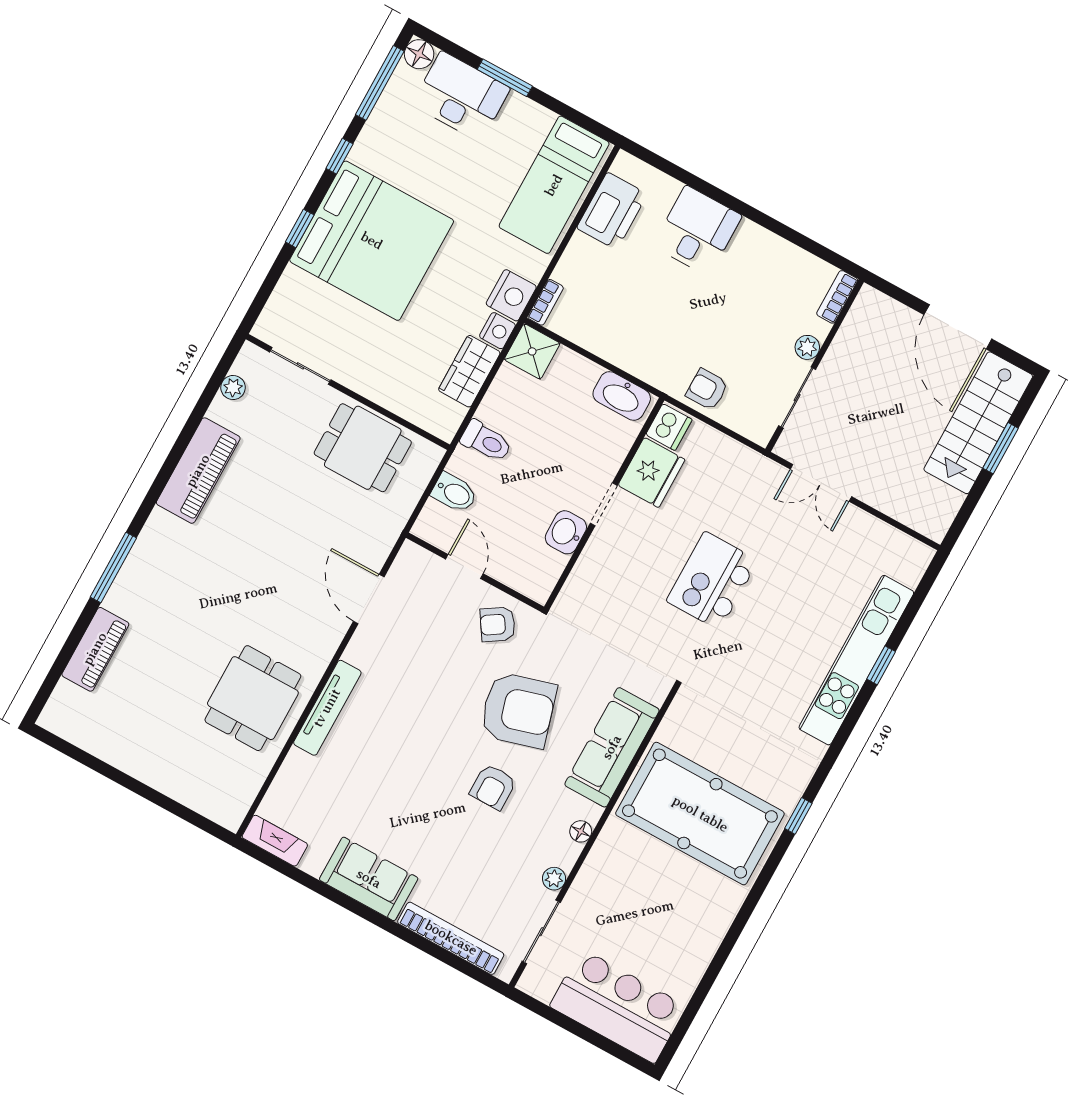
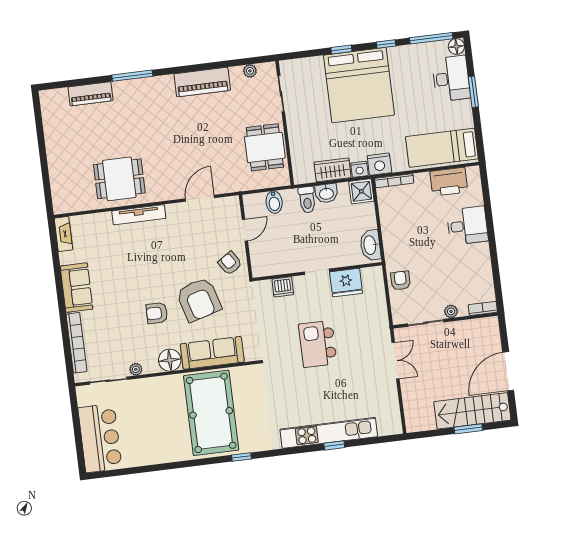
bookcase: (546, 302) -> (394, 181), width x1.56
dishwasher: (669, 427) -> (283, 287), moved
double door: (821, 483) -> (396, 361), swing flipped
washbasin: (566, 532) -> (326, 193), moved, turned 180
kitchen island: (712, 581) -> (318, 344), turned -90
floor lamp: (581, 831) -> (170, 360), width x1.89, depth x1.89

